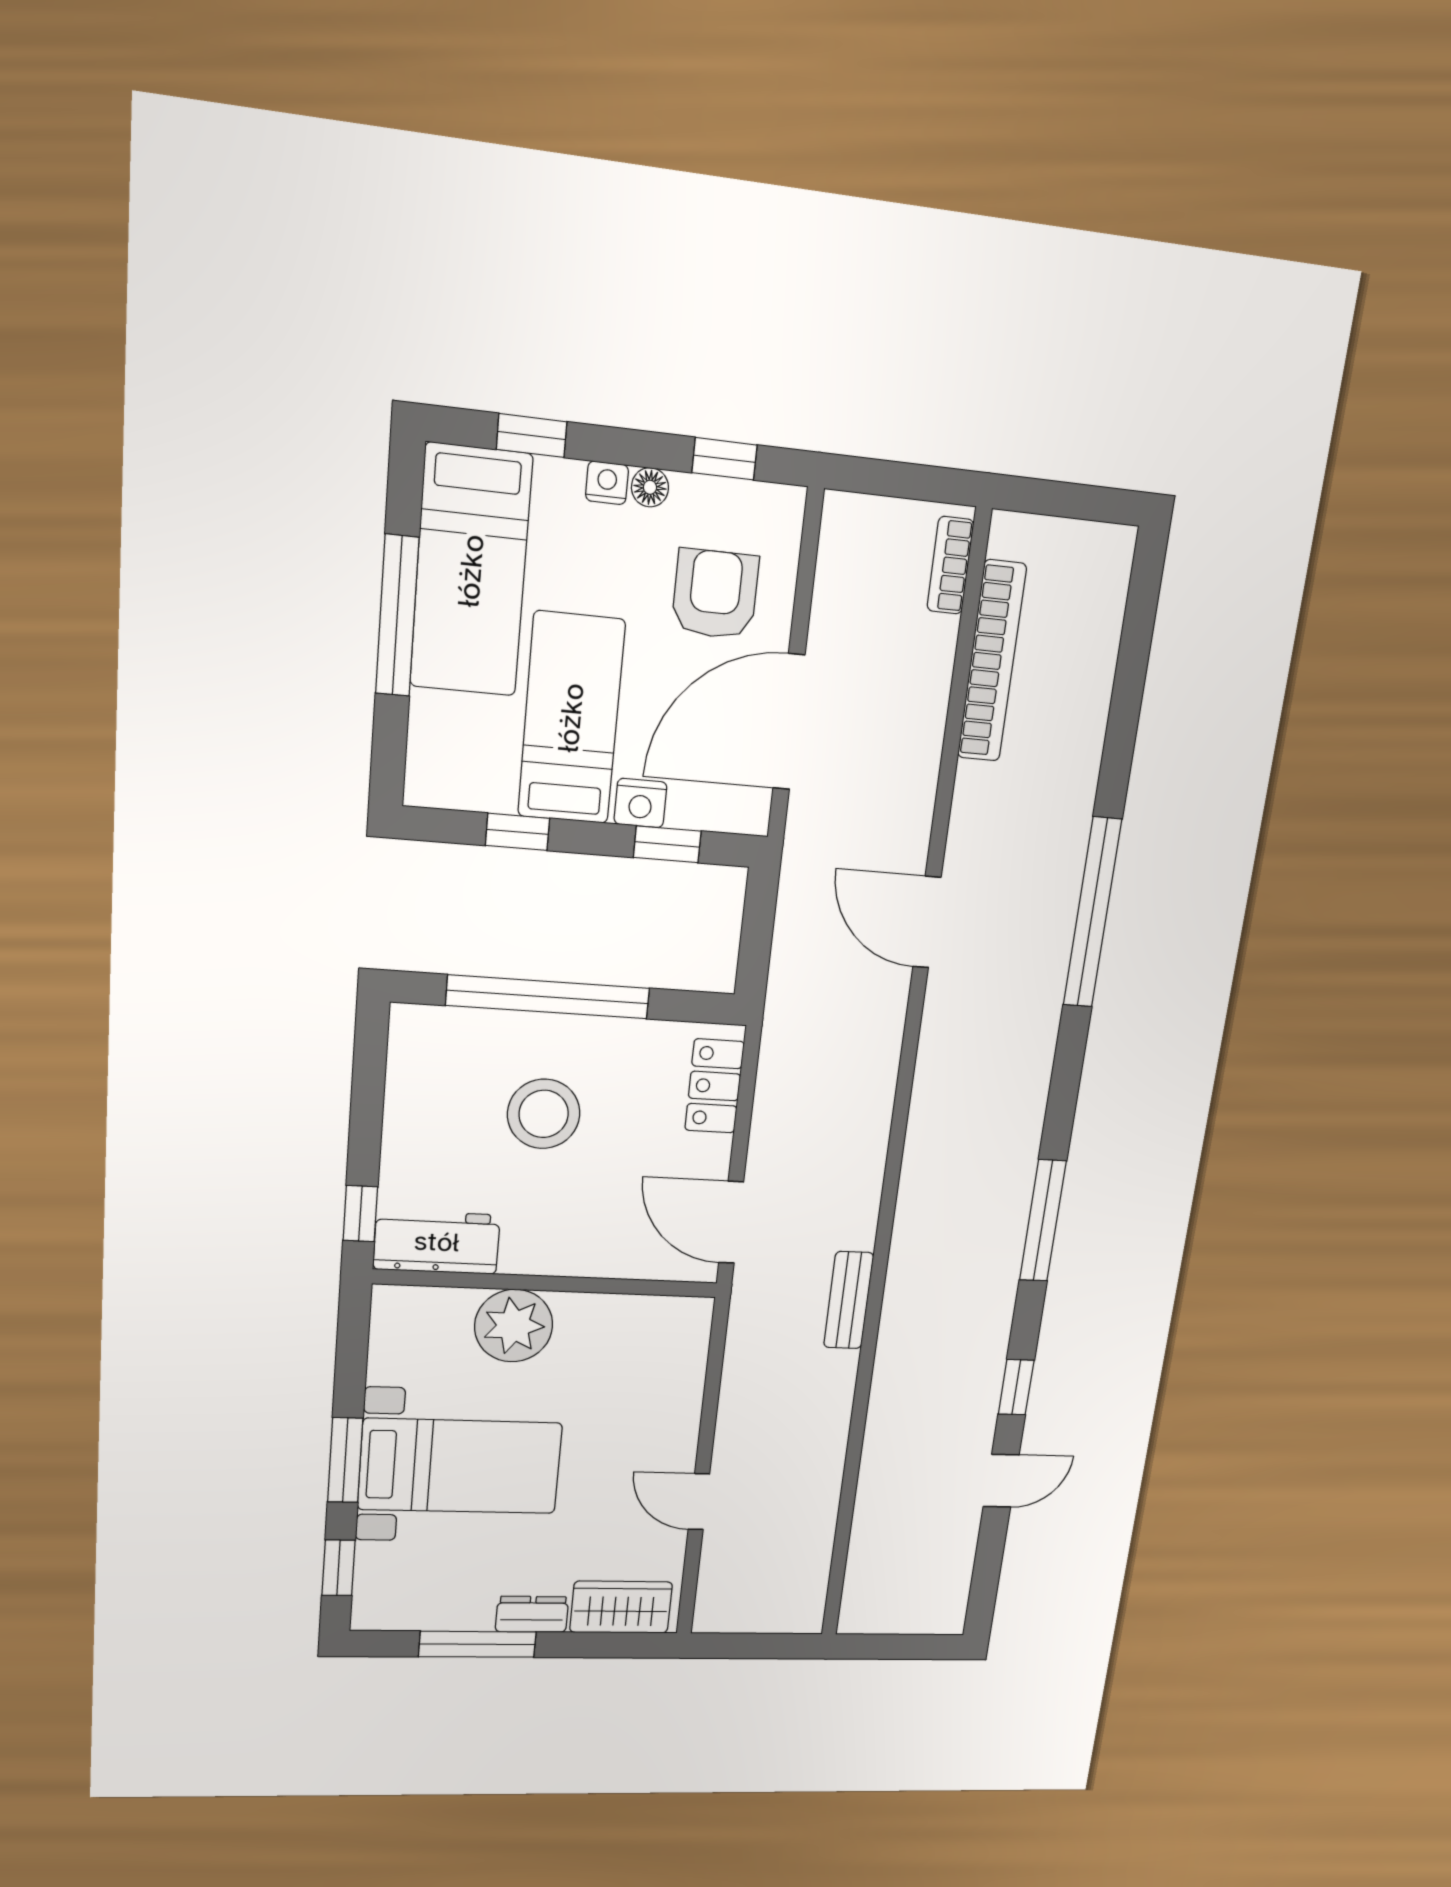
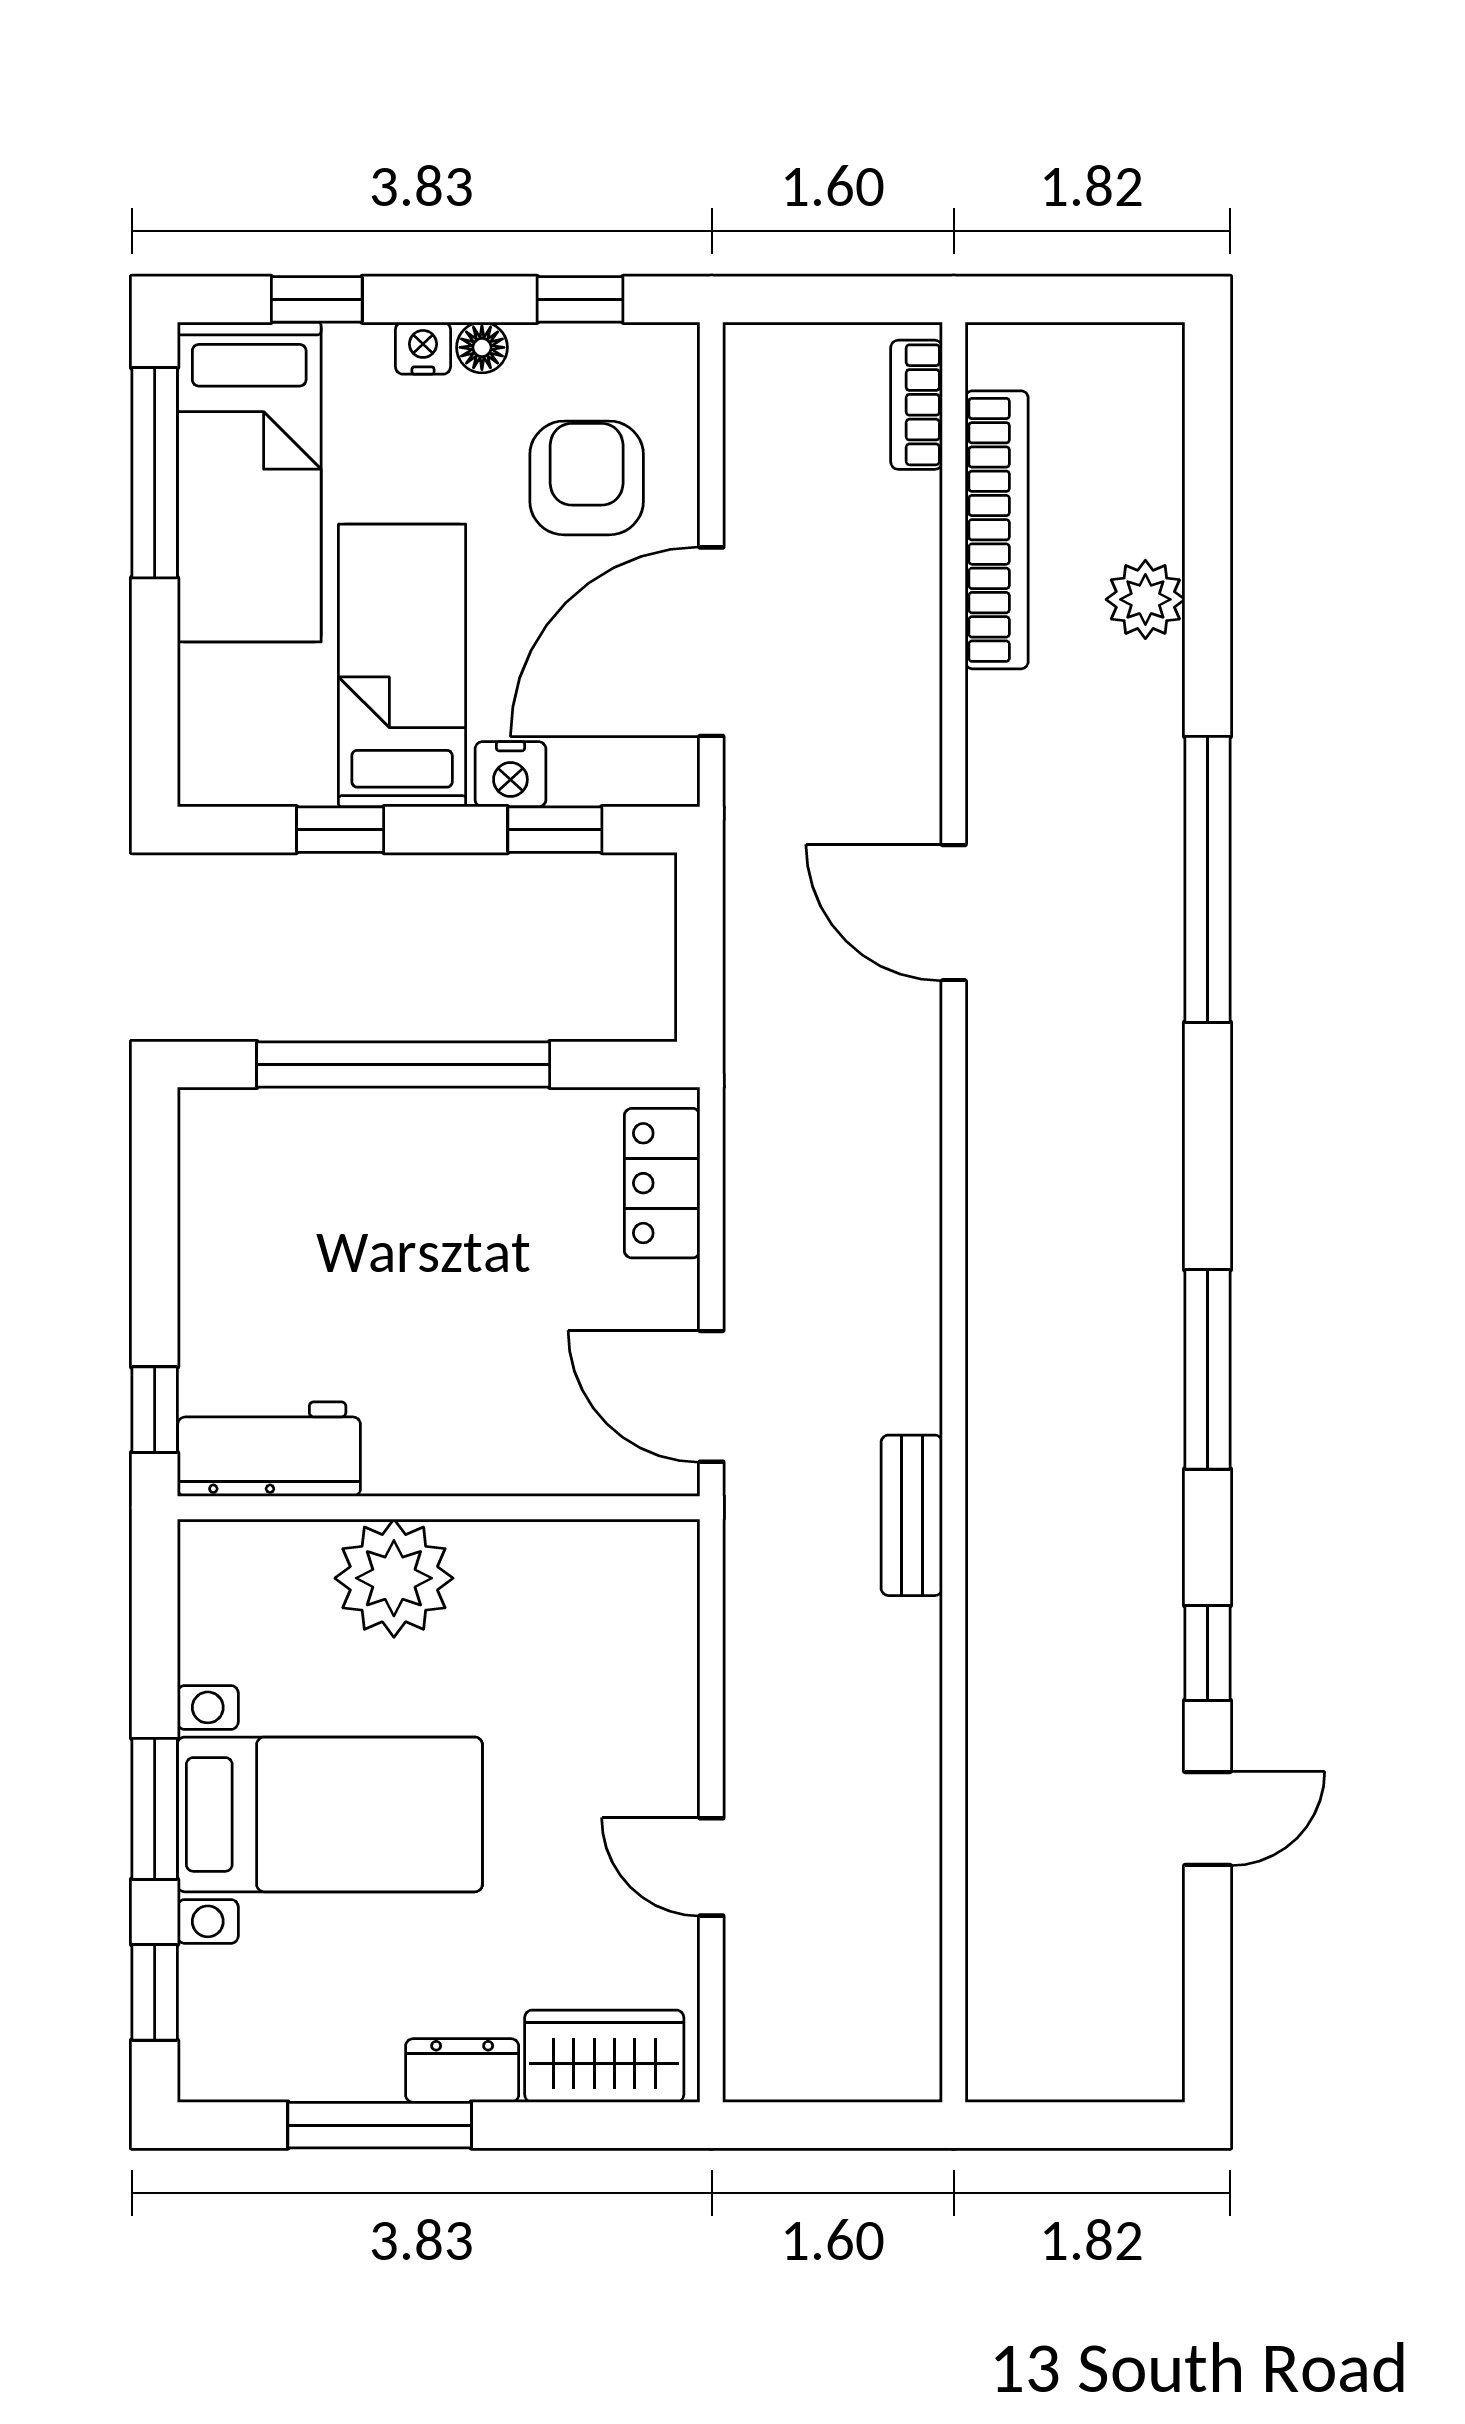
window: (397, 616) -> (155, 473), moved
plant: (1082, 720) -> (1145, 599), added
stool: (544, 1114) -> (412, 1241), removed

